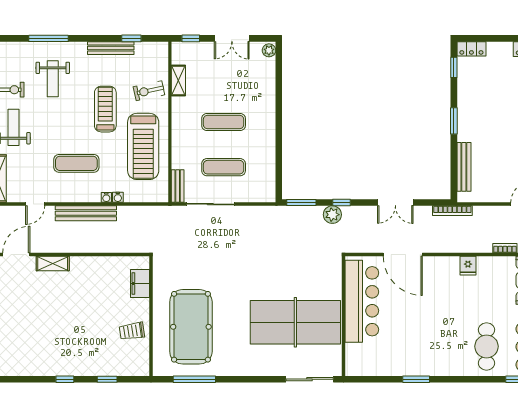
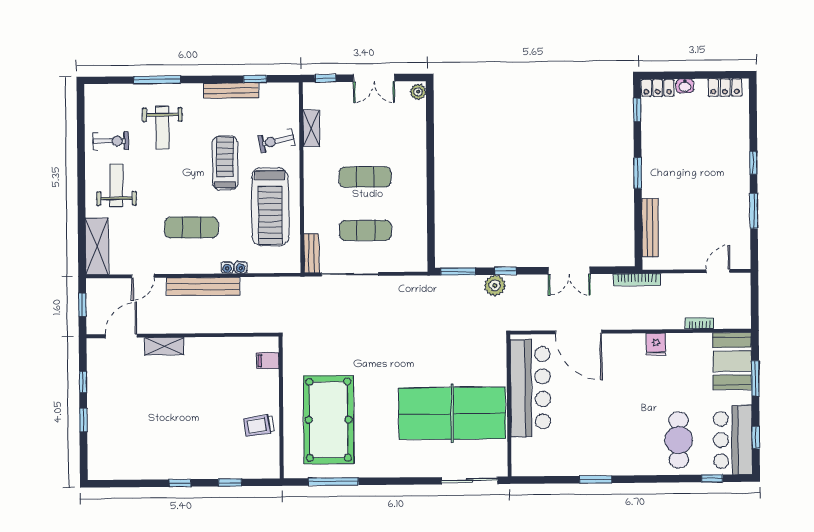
washbasin: (494, 47) -> (685, 86), added
filing cabinet: (140, 283) -> (268, 361), width x0.50

